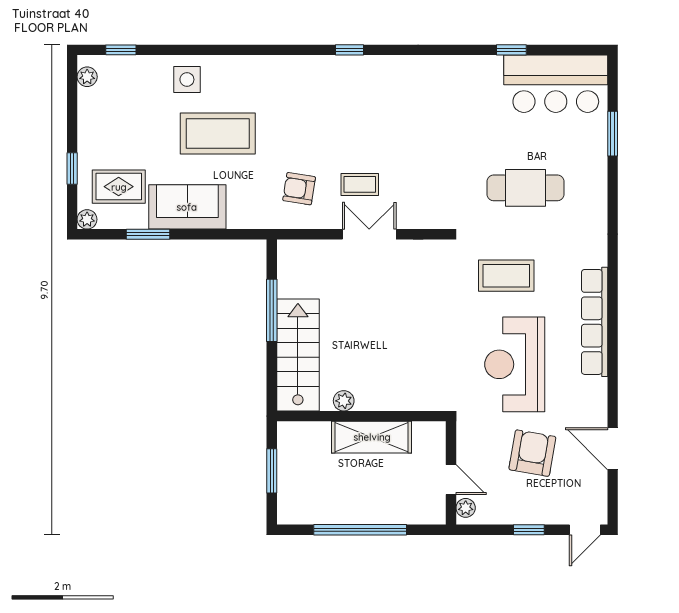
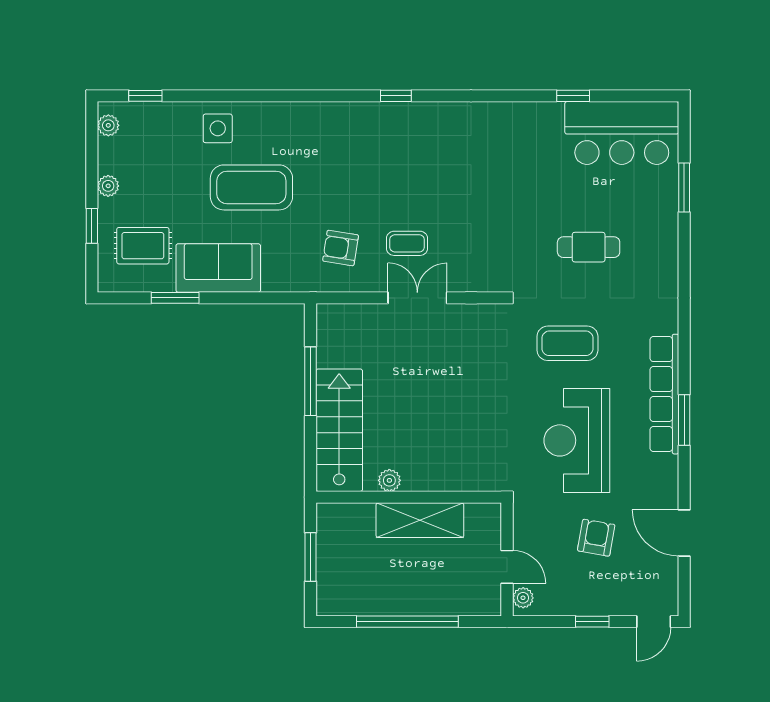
cafe table: (525, 188) -> (589, 247), width x0.73, depth x0.74
plant: (87, 219) -> (108, 186), moved
window: (613, 346) -> (684, 420), added
armchair: (532, 453) -> (596, 538), width x0.72, depth x0.72

